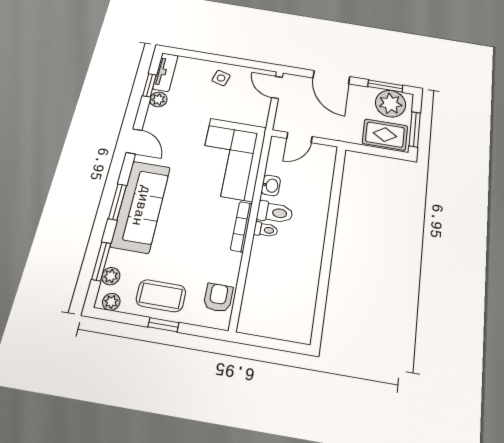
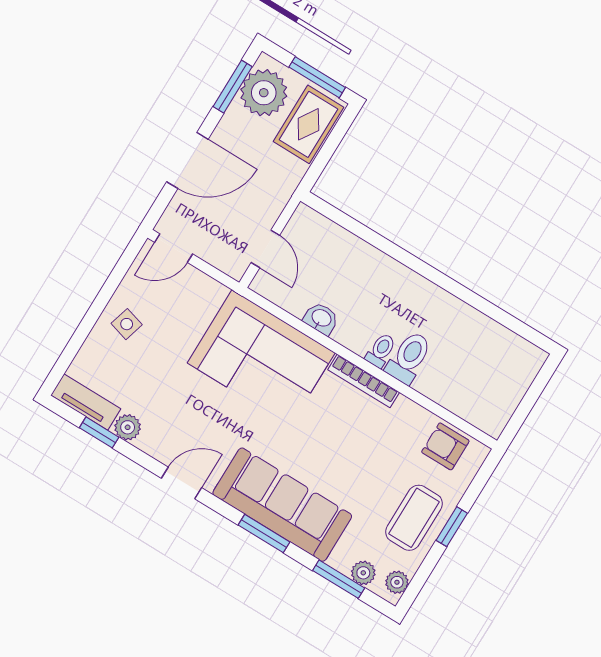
toilet: (275, 212) -> (409, 358), moved

